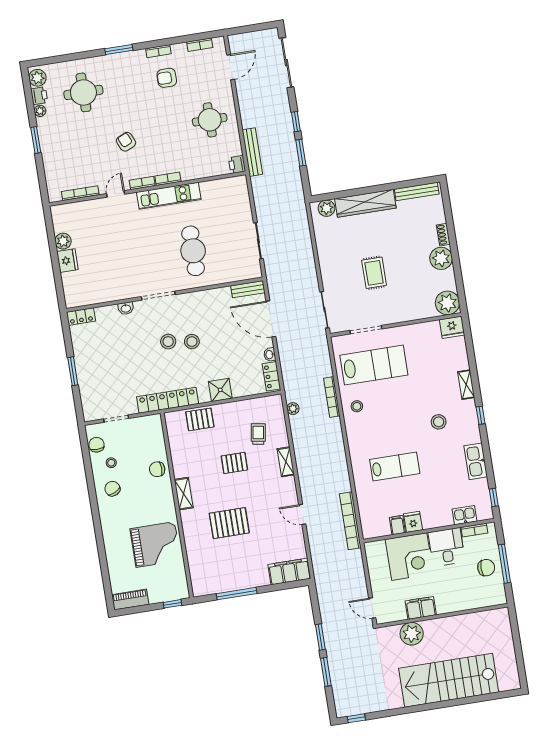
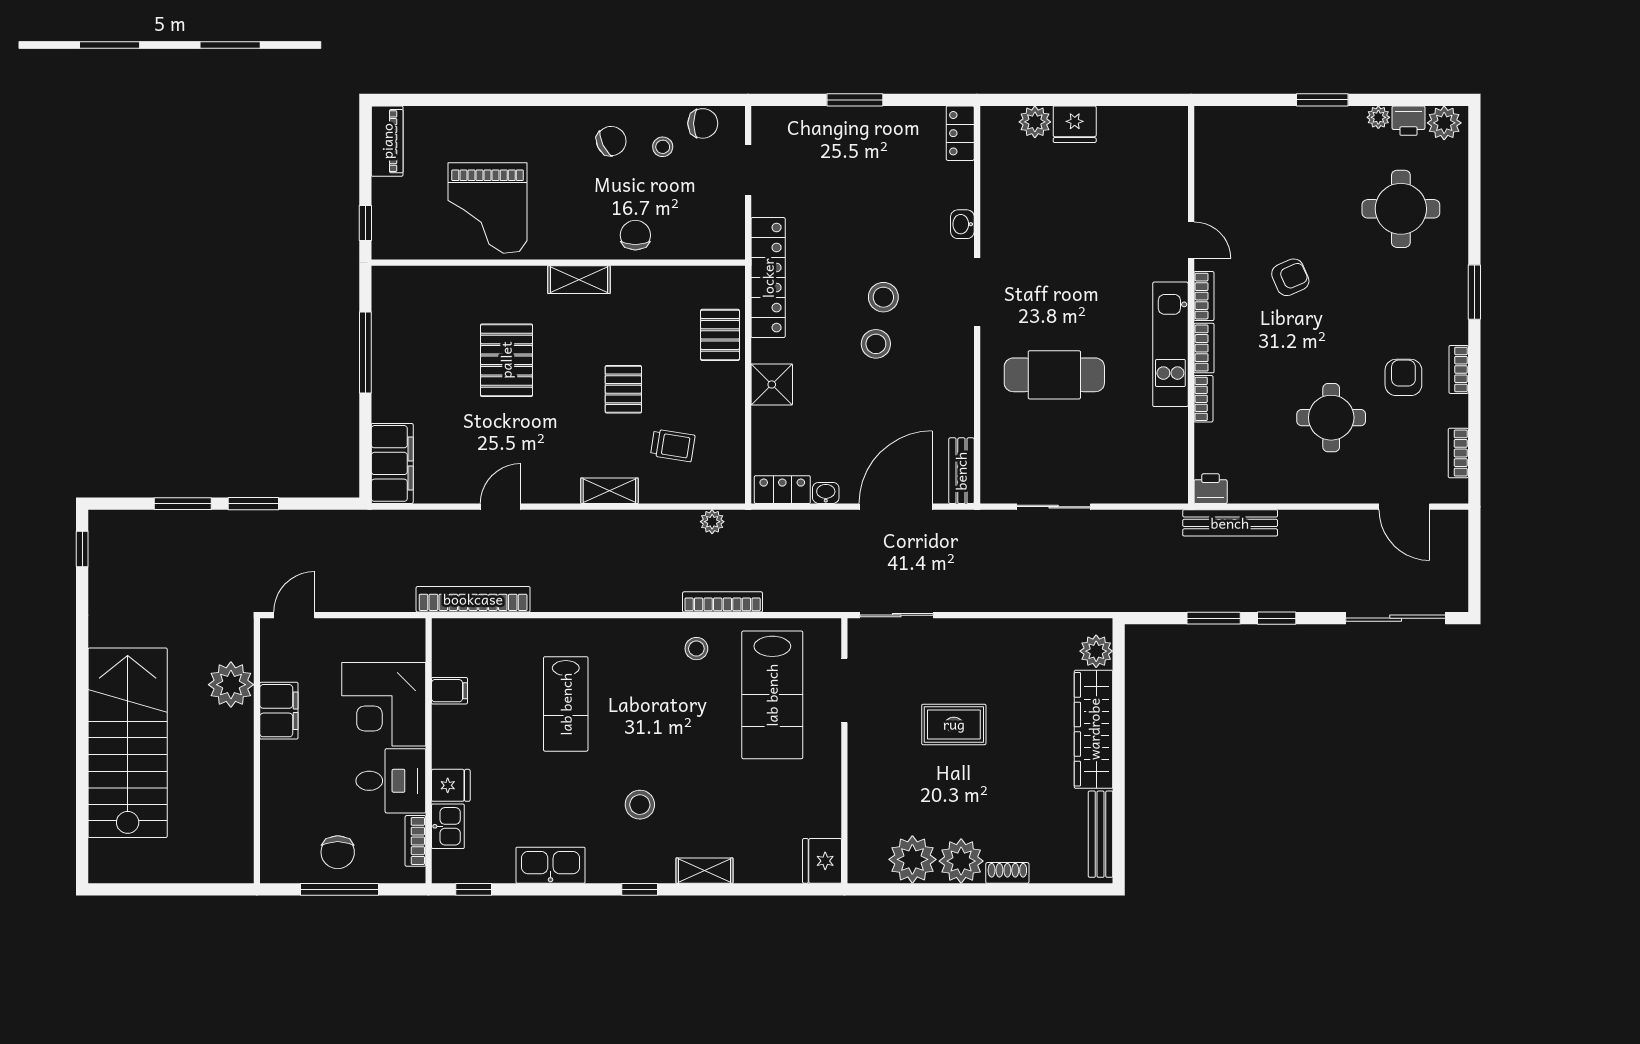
round table: (210, 120) -> (1331, 418), moved
bookcase: (80, 193) -> (1203, 399), moved, width x0.64
plant: (63, 241) -> (1035, 122), moved
plant: (447, 303) -> (912, 859), moved
fridge: (413, 522) -> (451, 785), moved

